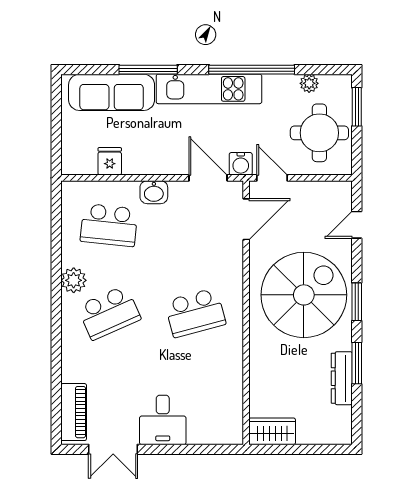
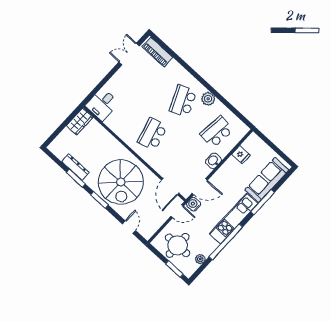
desk: (163, 420) -> (102, 104), moved, turned -90

